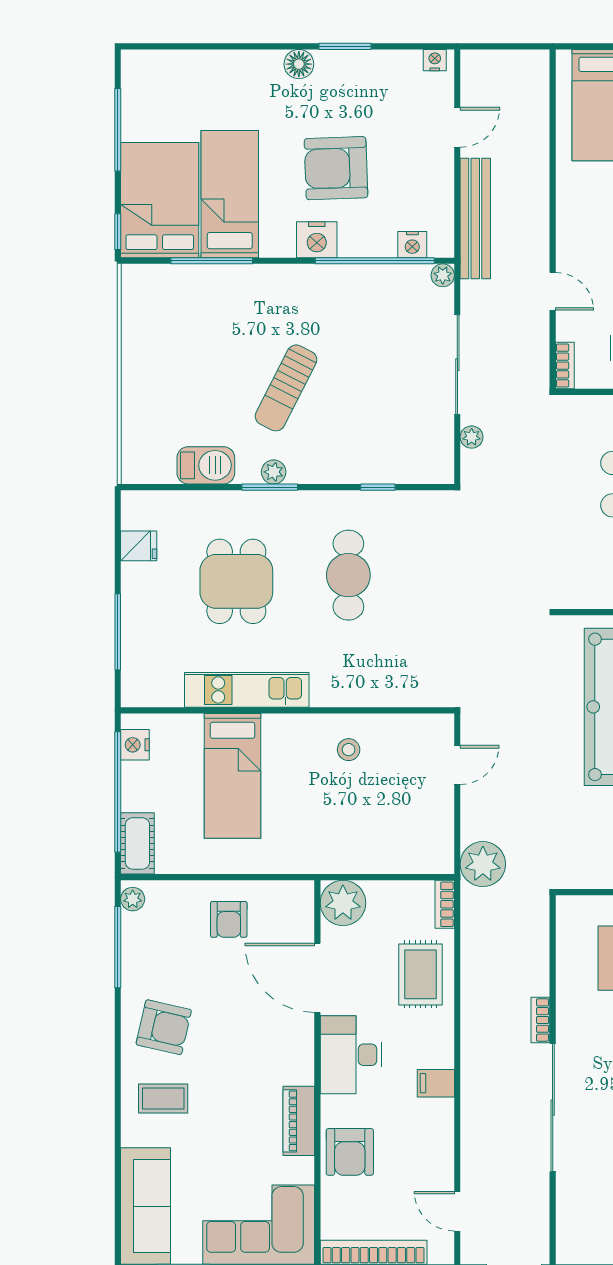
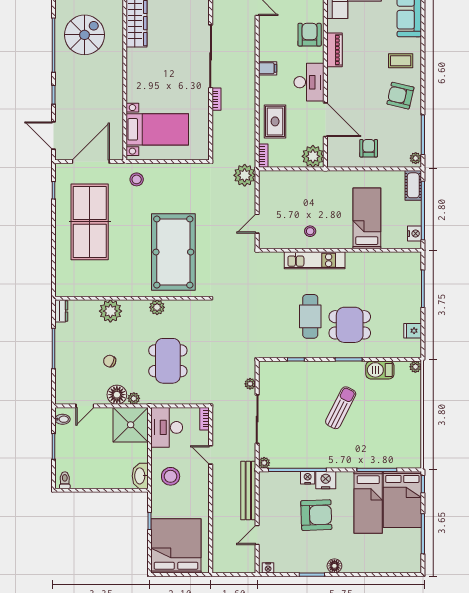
nightstand: (412, 245) -> (308, 478), moved
plant: (274, 472) -> (415, 367), moved
dining table: (236, 581) -> (350, 325), moved, turned 90
kitchen unit: (247, 690) -> (315, 260), moved

